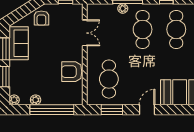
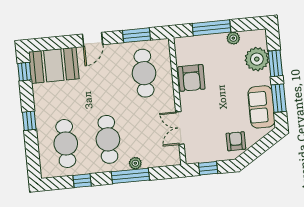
armchair: (72, 72) -> (191, 78), turned 90
plant: (14, 100) -> (257, 59), moved, width x1.87, depth x1.87
window: (52, 110) -> (211, 28), width x0.68

